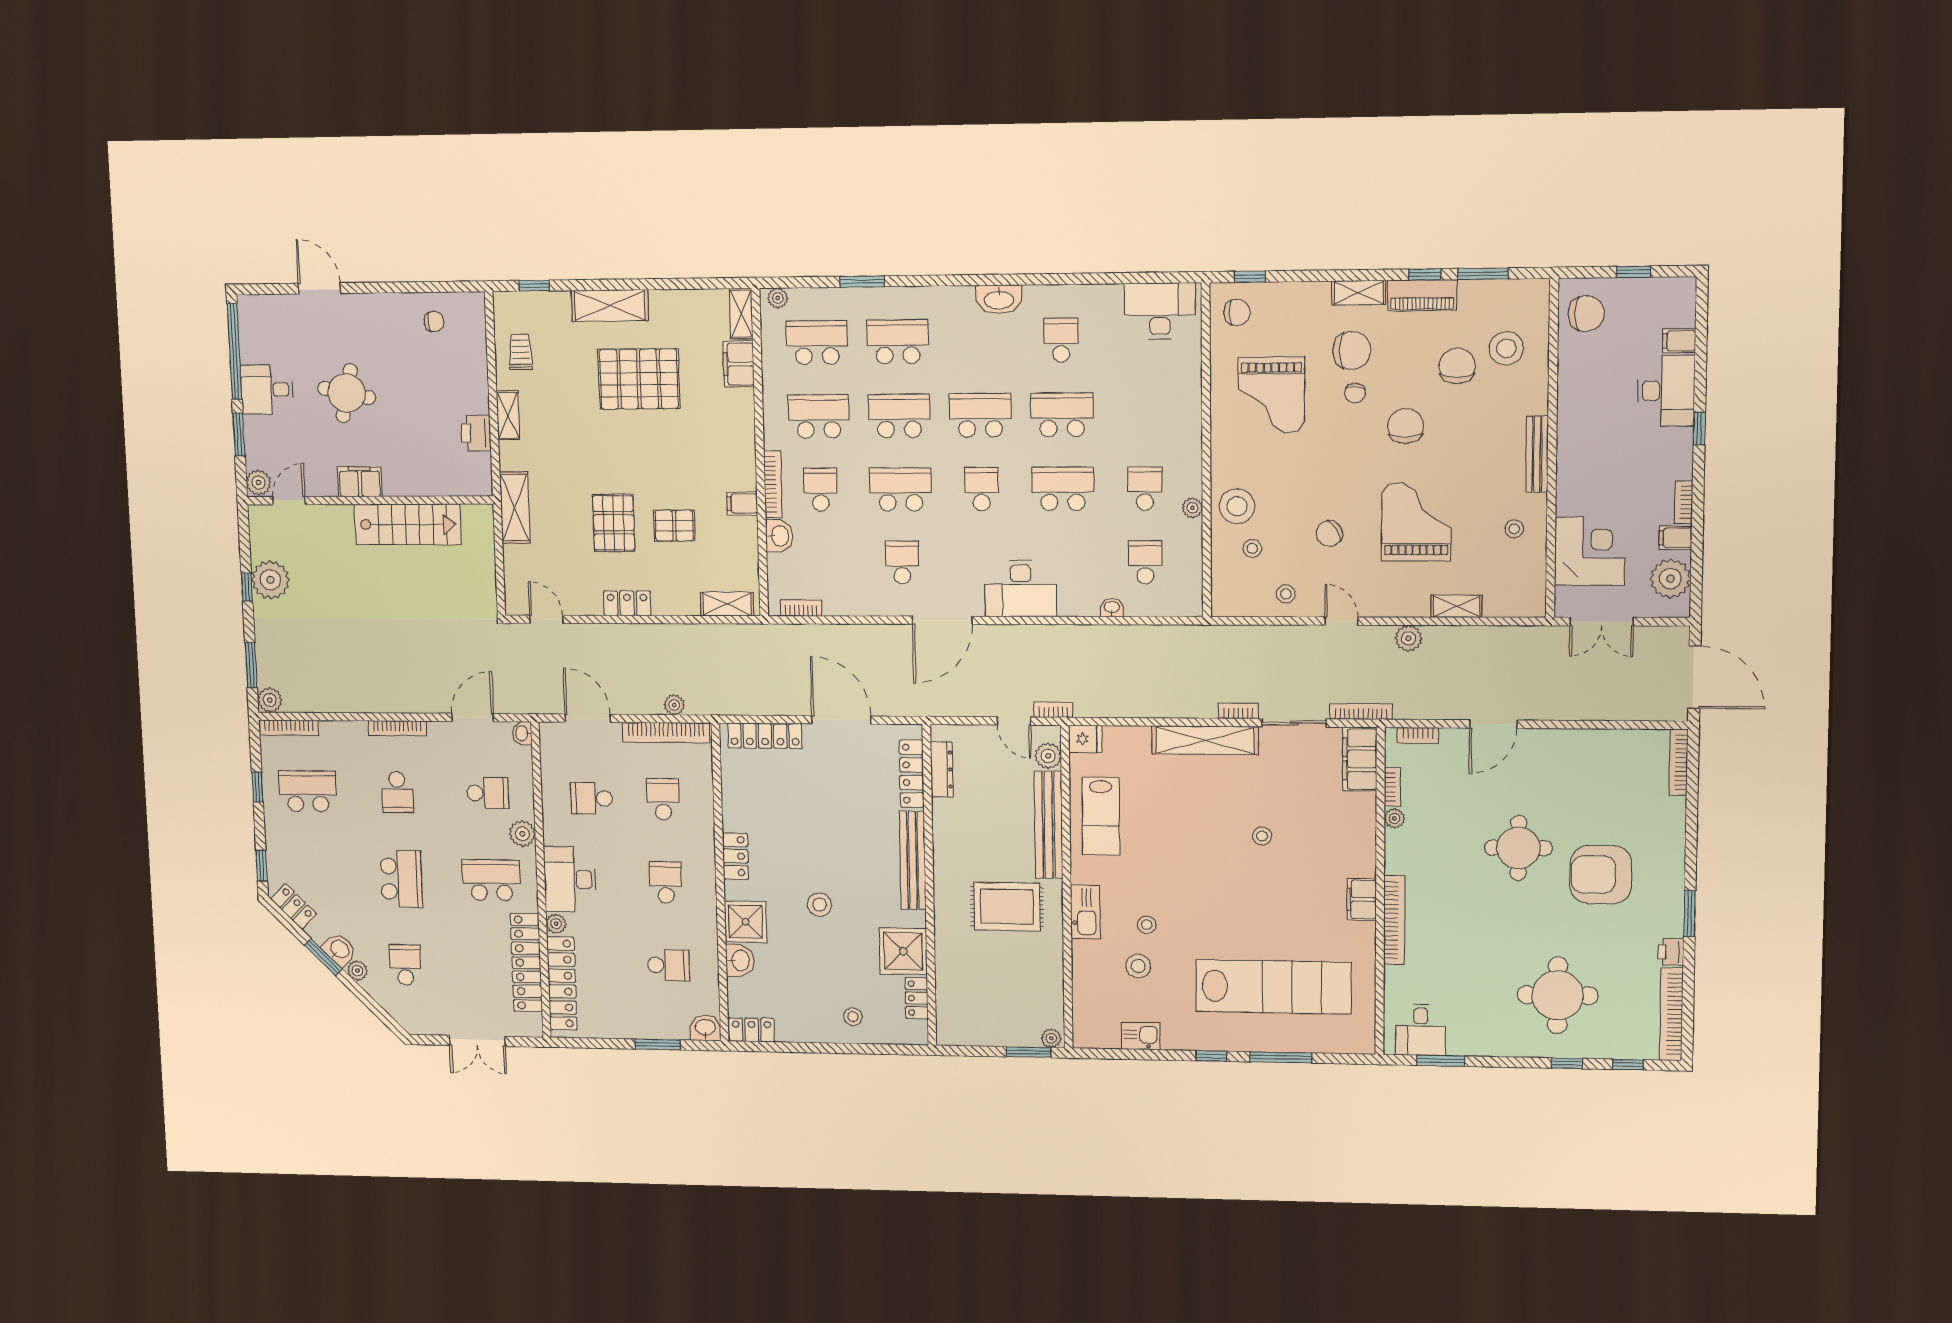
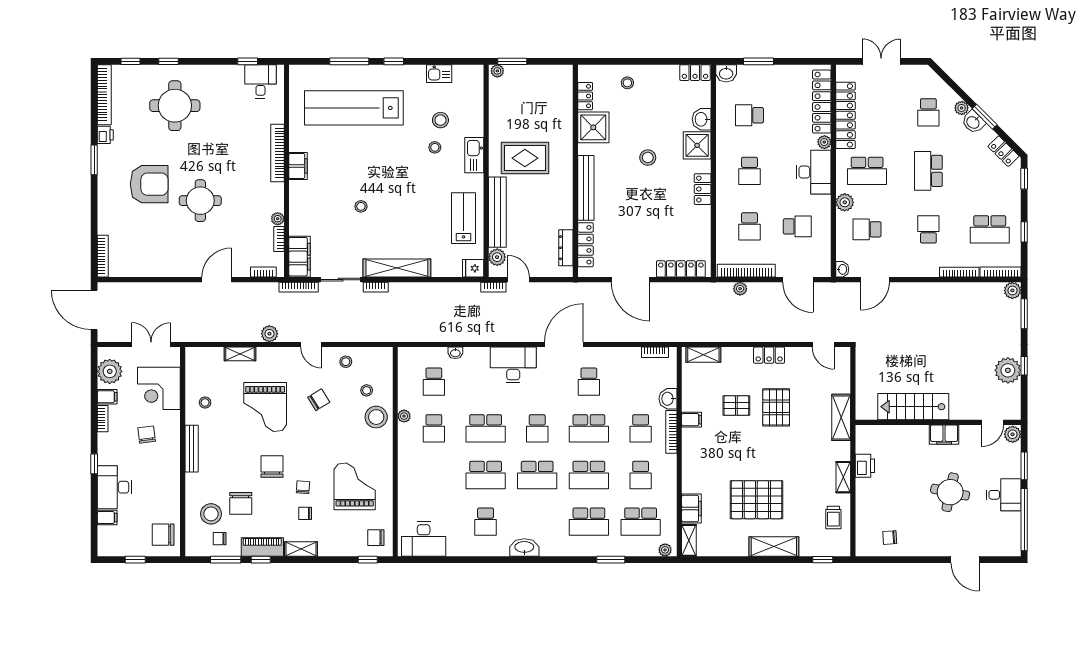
chair: (1492, 308) -> (220, 539), added
chair: (1352, 351) -> (305, 513), width x0.54, depth x0.54
school desk: (819, 416) -> (641, 475), width x0.54
chair: (1406, 426) -> (272, 467), turned 180
chair: (1611, 477) -> (147, 435), added
bookcase: (397, 728) -> (959, 272), moved
window: (1441, 1061) -> (248, 61), width x0.67

